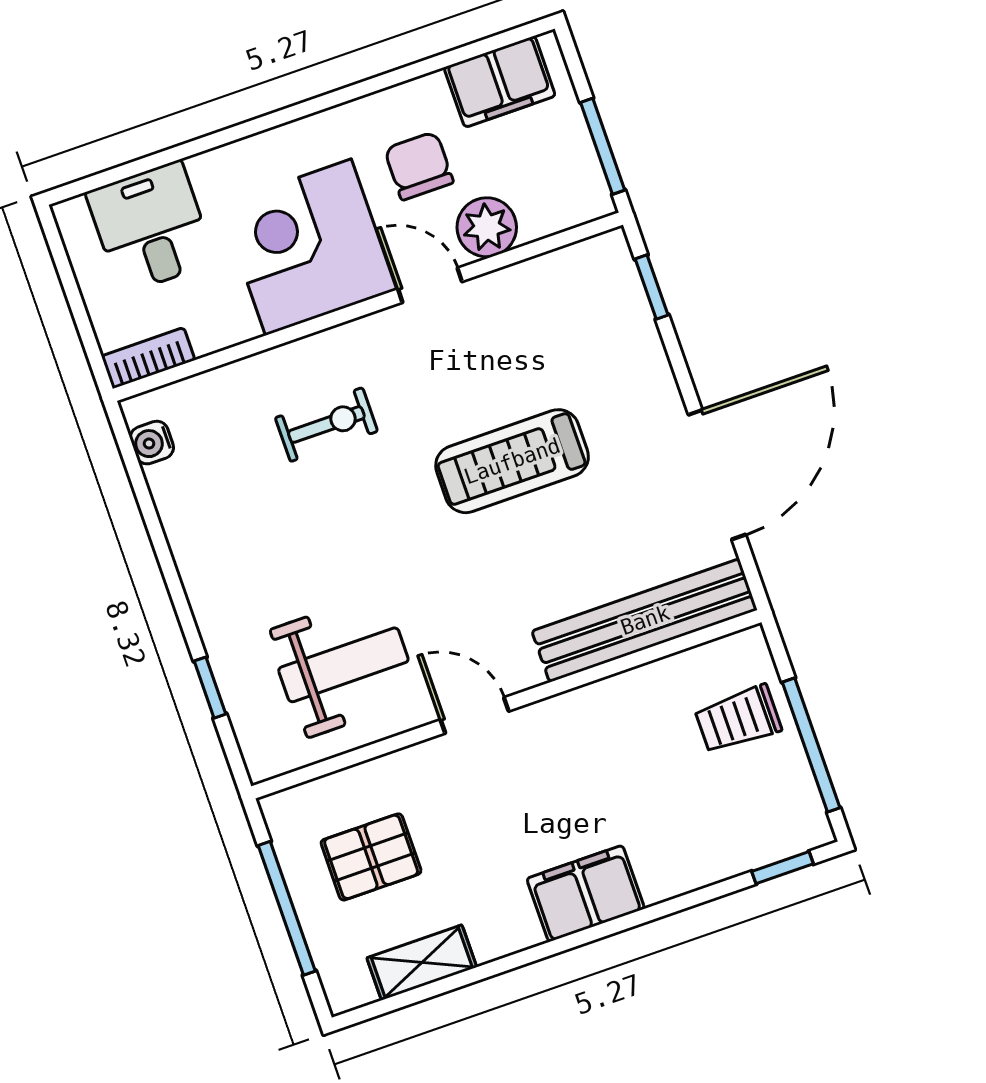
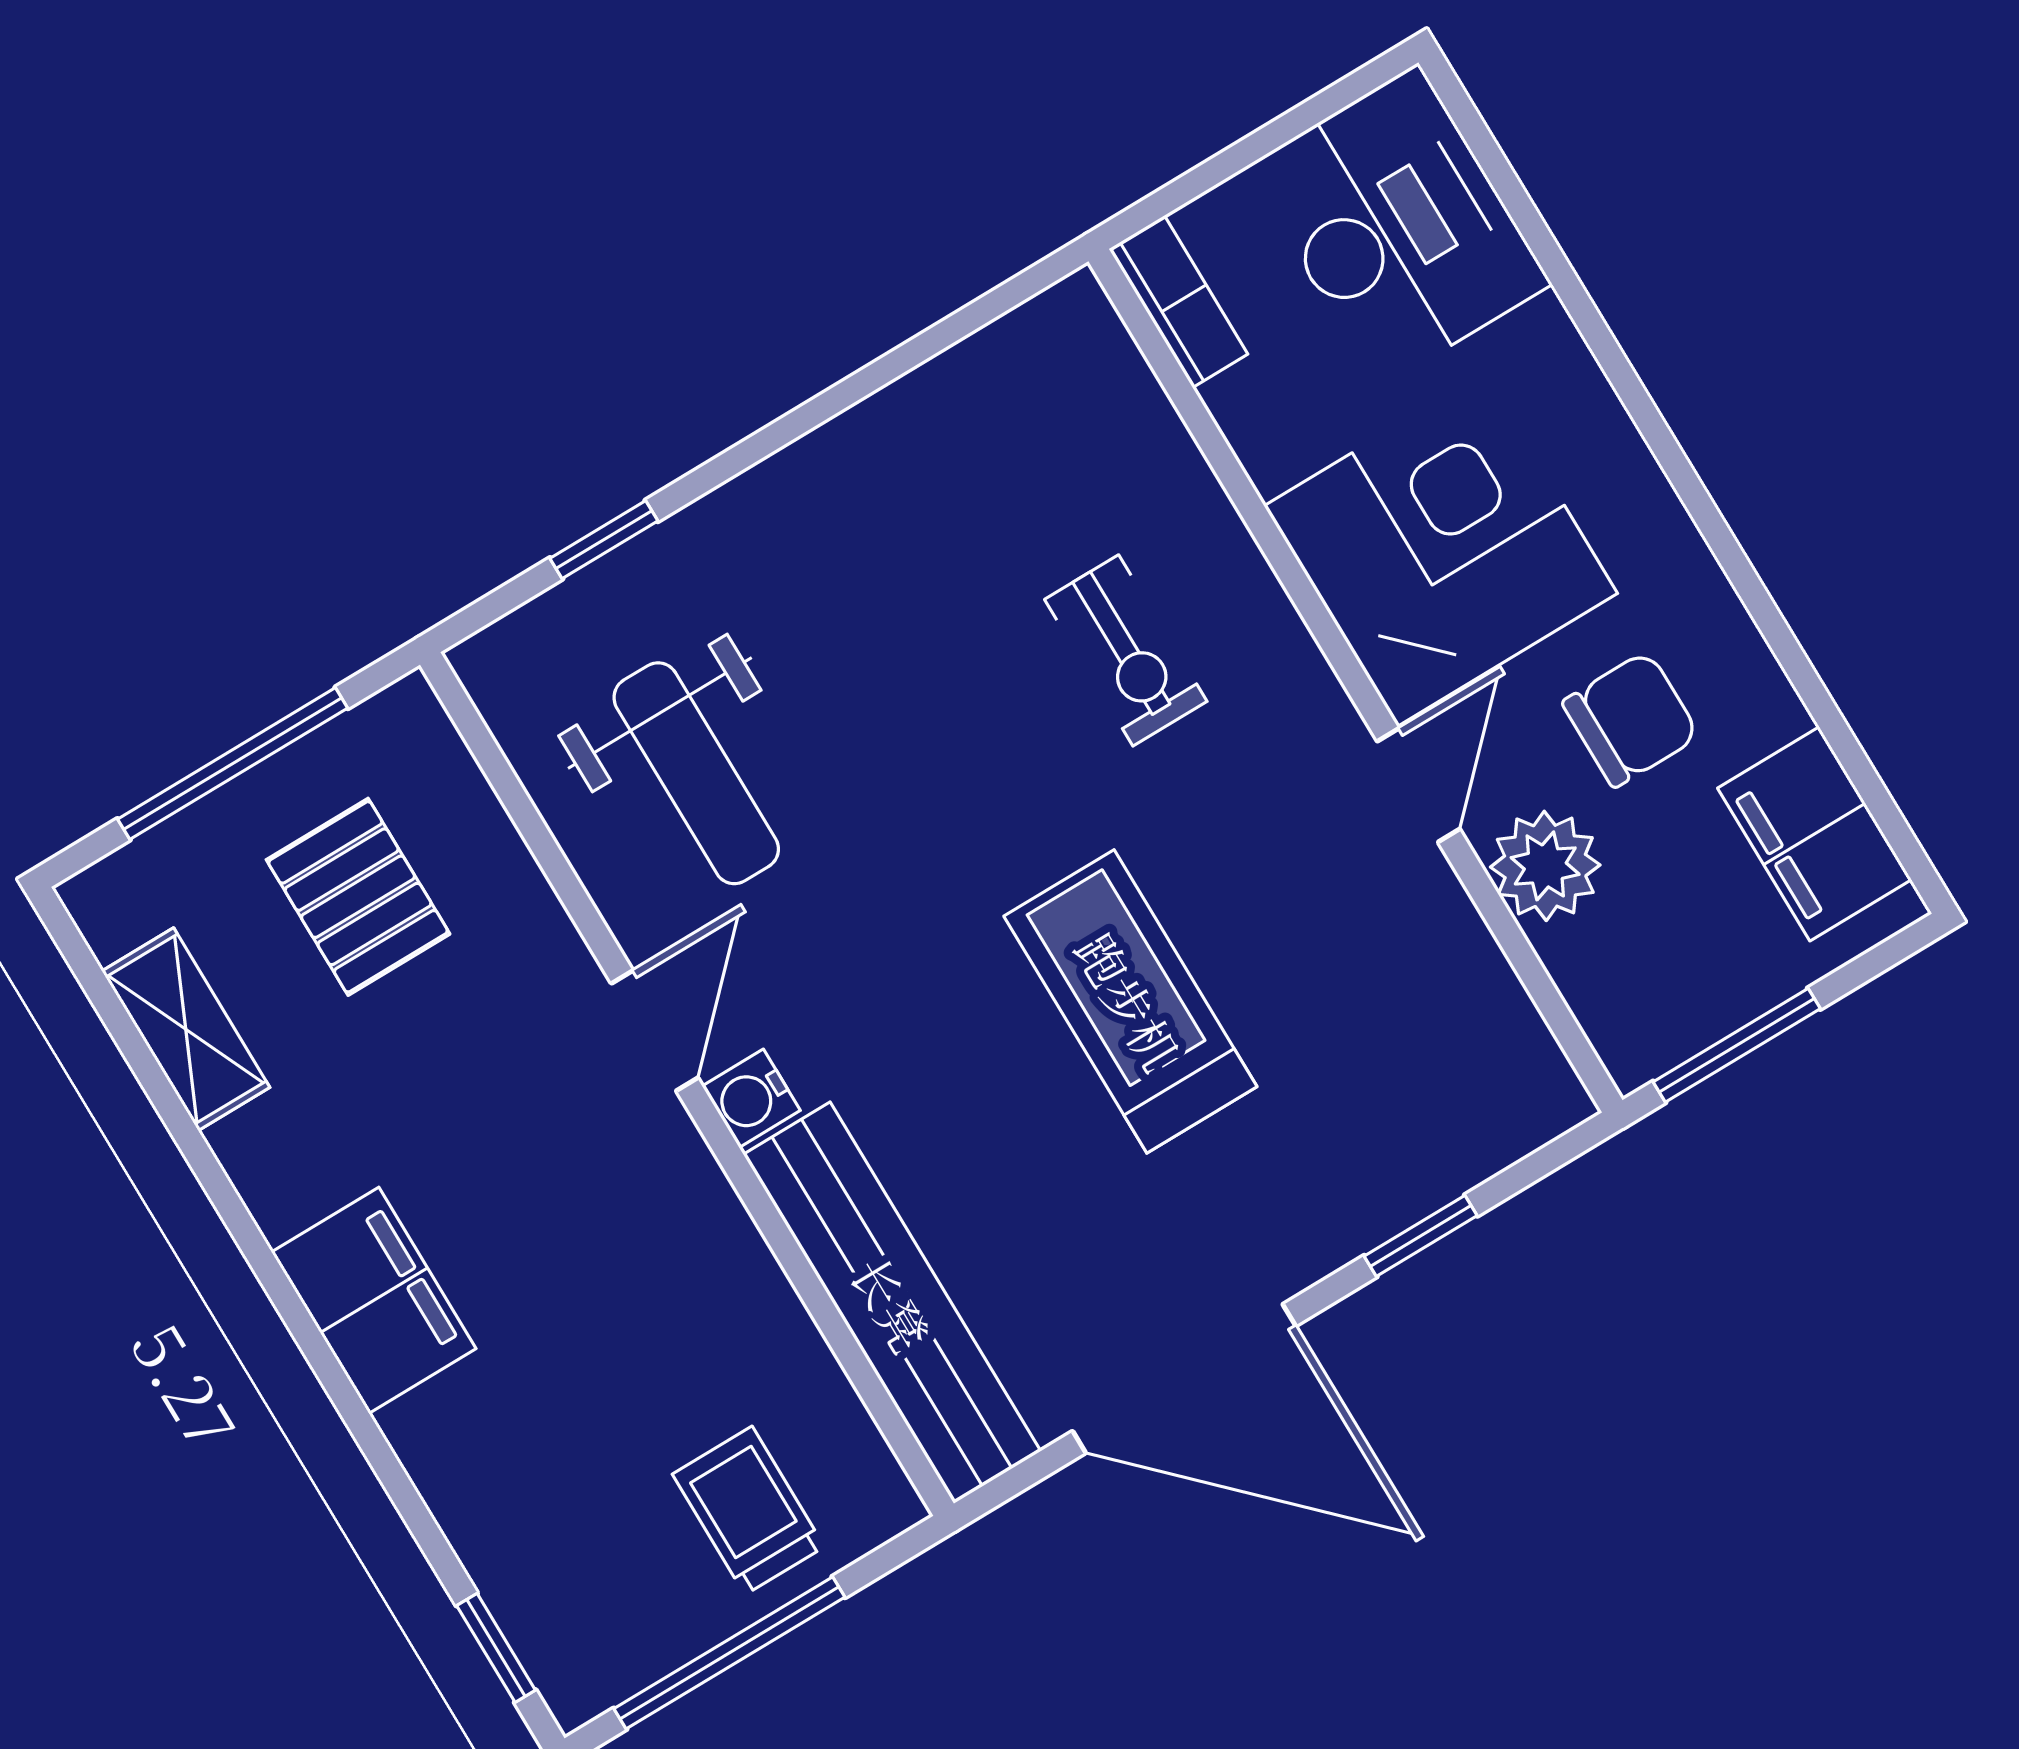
desk: (151, 227) -> (1398, 226), width x1.37
window: (652, 287) -> (1421, 1236), moved
water cooler: (152, 443) -> (751, 1098), moved, turned -90

